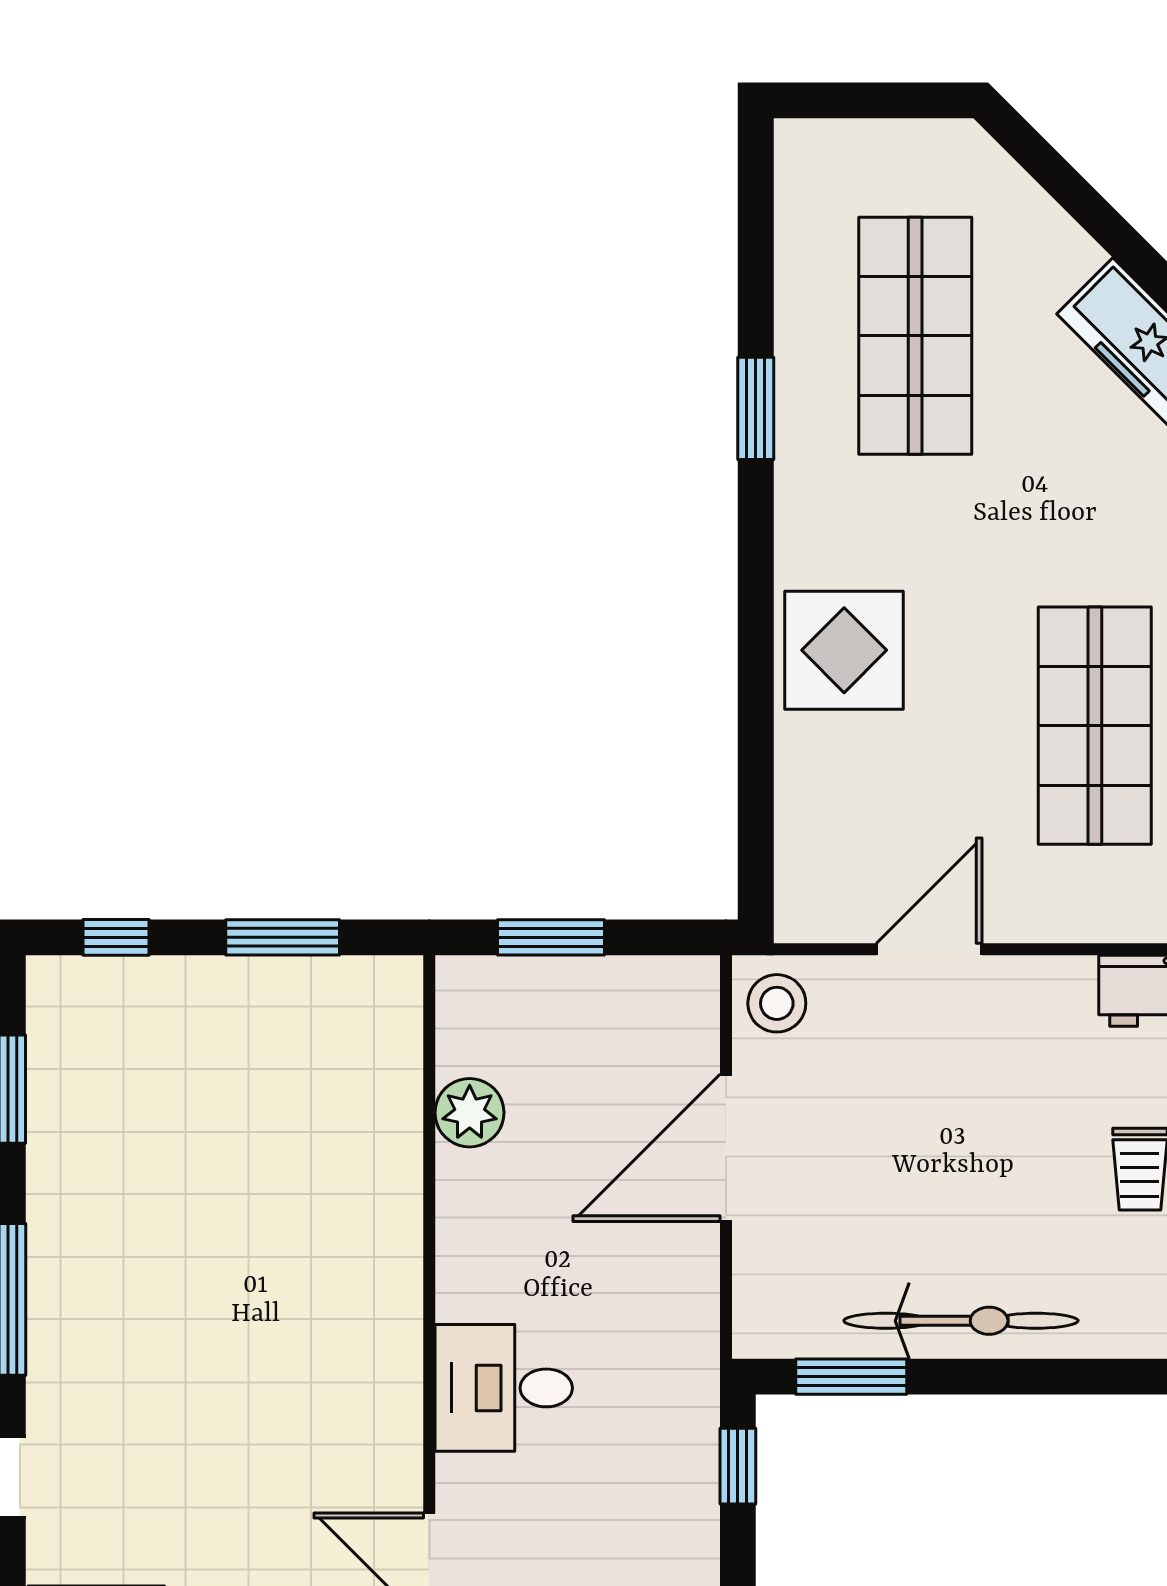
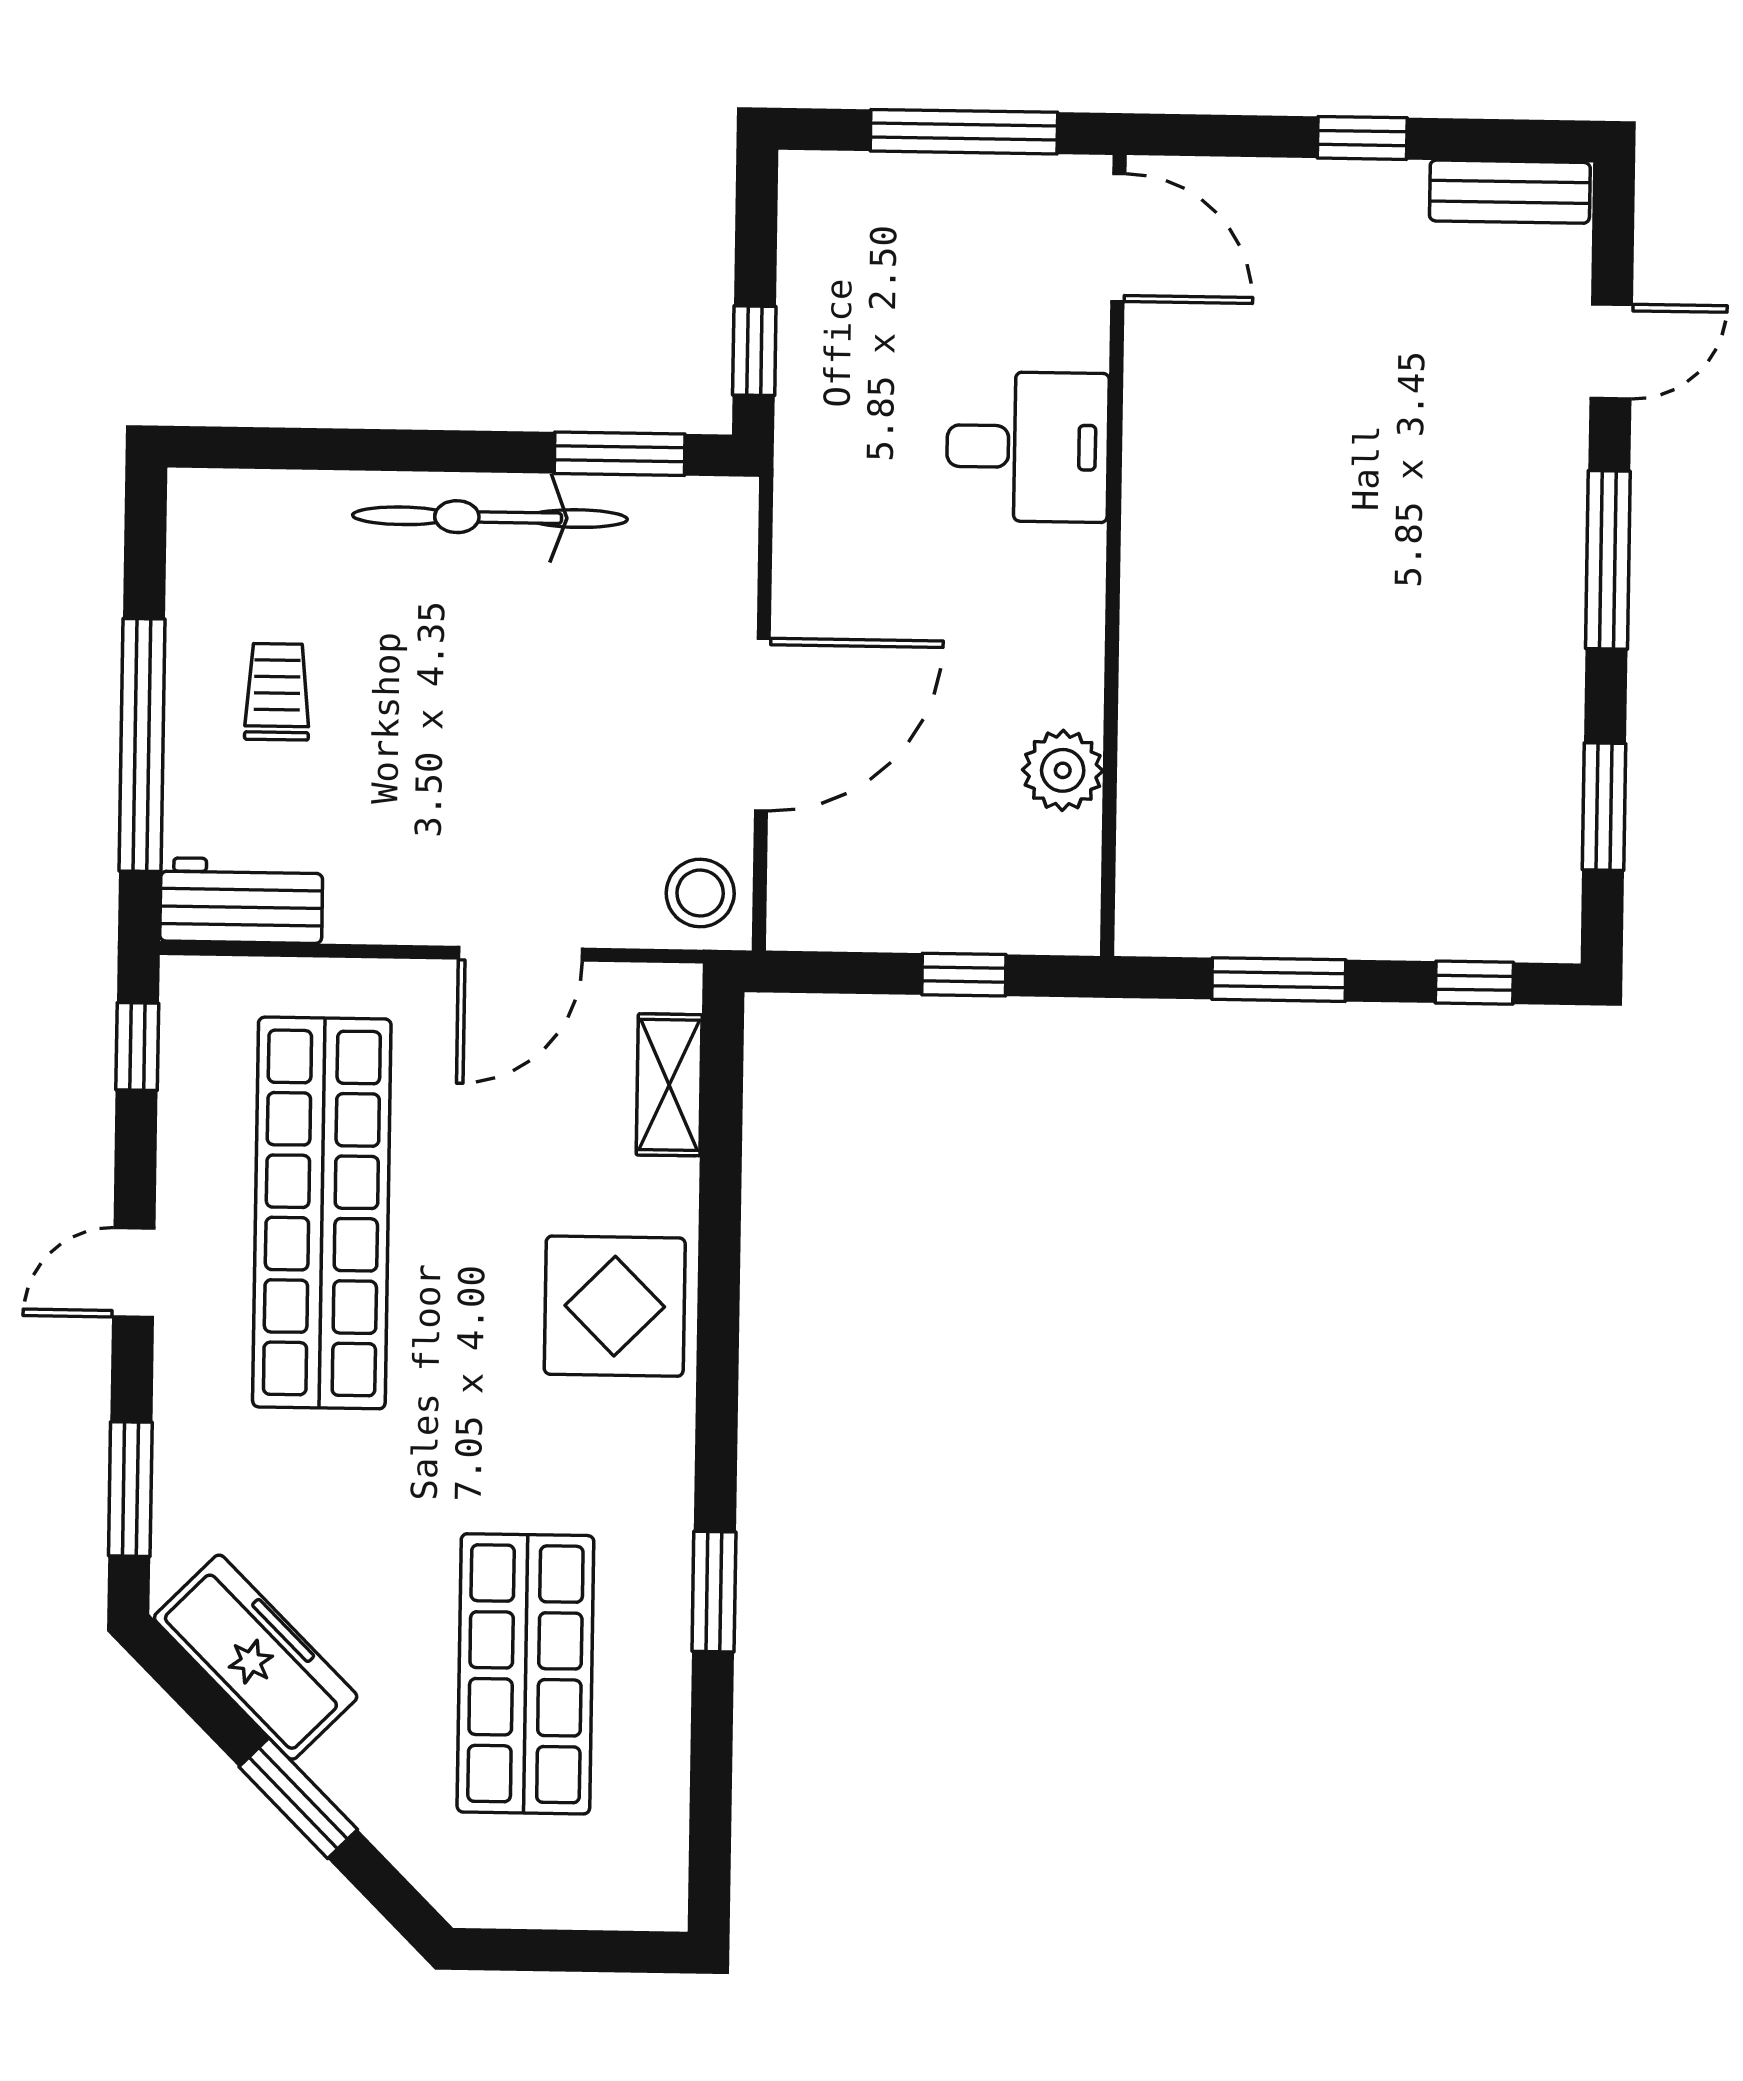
window: (1107, 227) -> (298, 1798), added
shop shelf: (1095, 726) -> (322, 1213), width x1.40
shelving: (801, 840) -> (669, 1085), added
window: (551, 937) -> (964, 975), width x0.67

